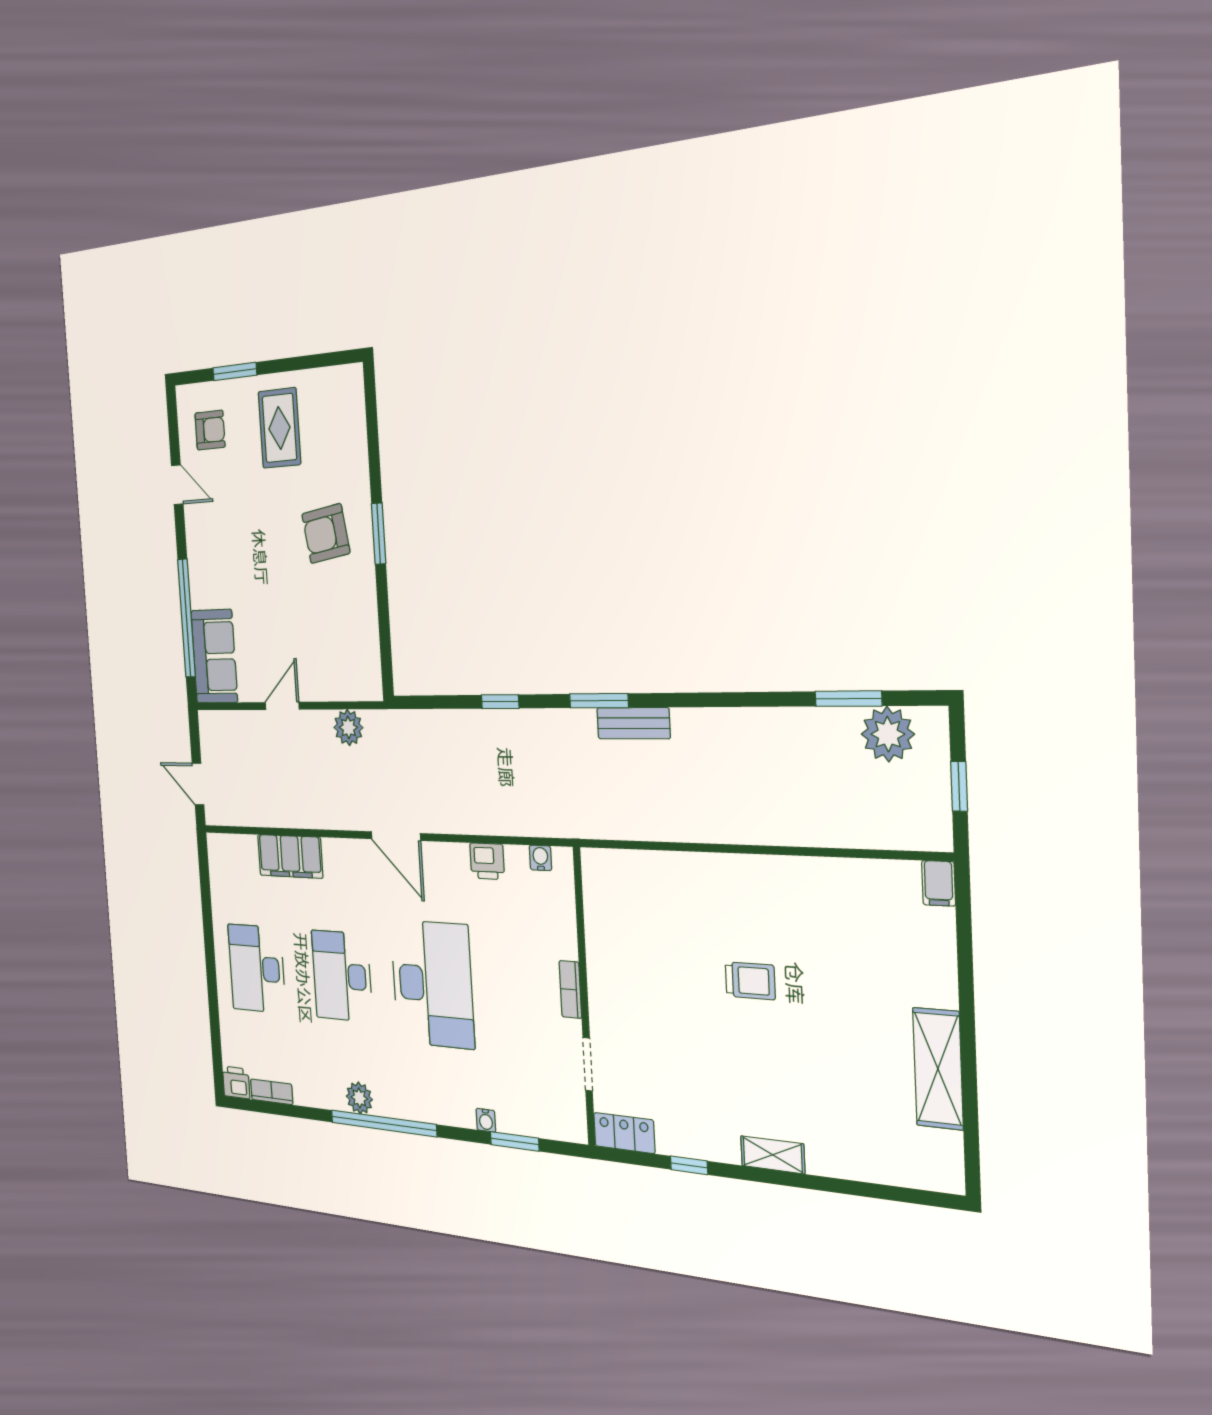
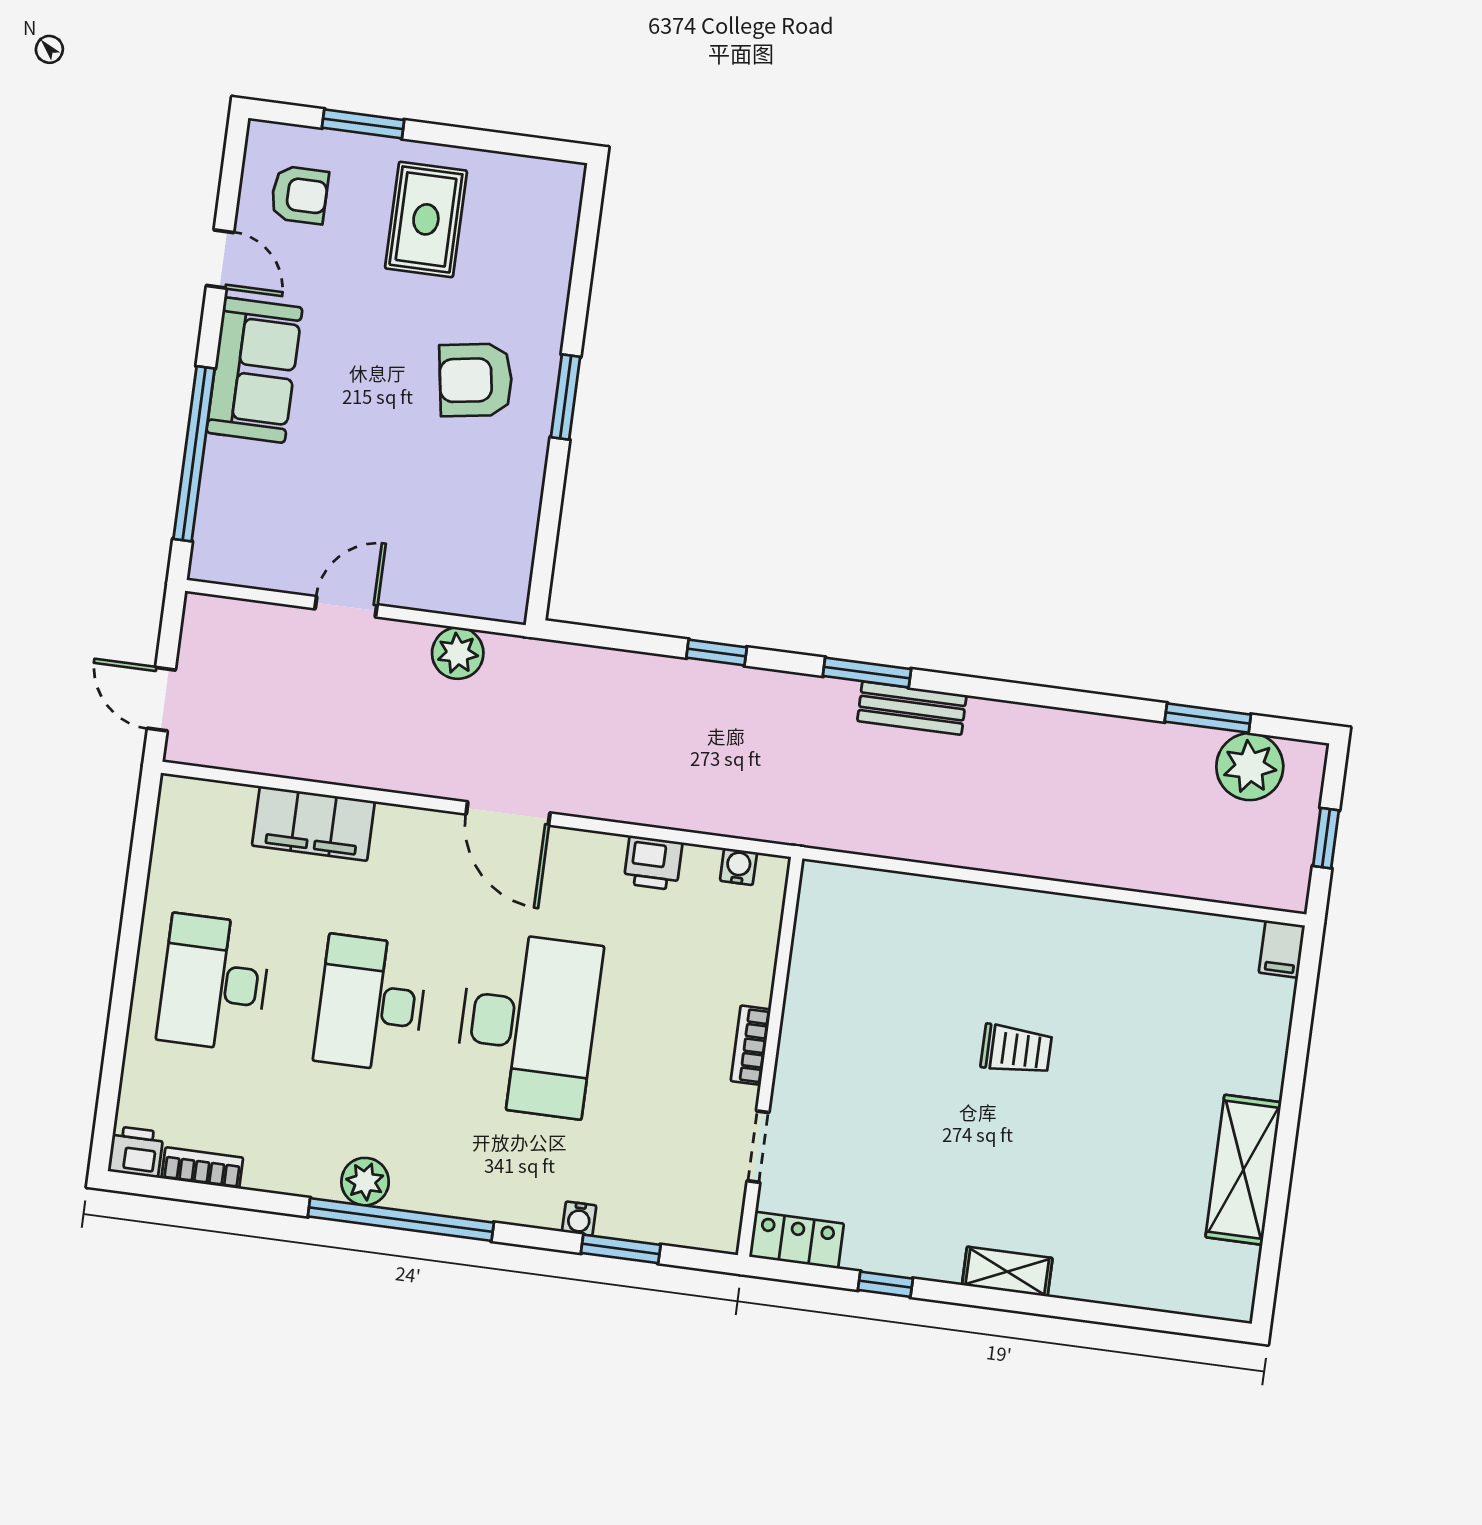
sofa: (214, 656) -> (254, 370), moved

